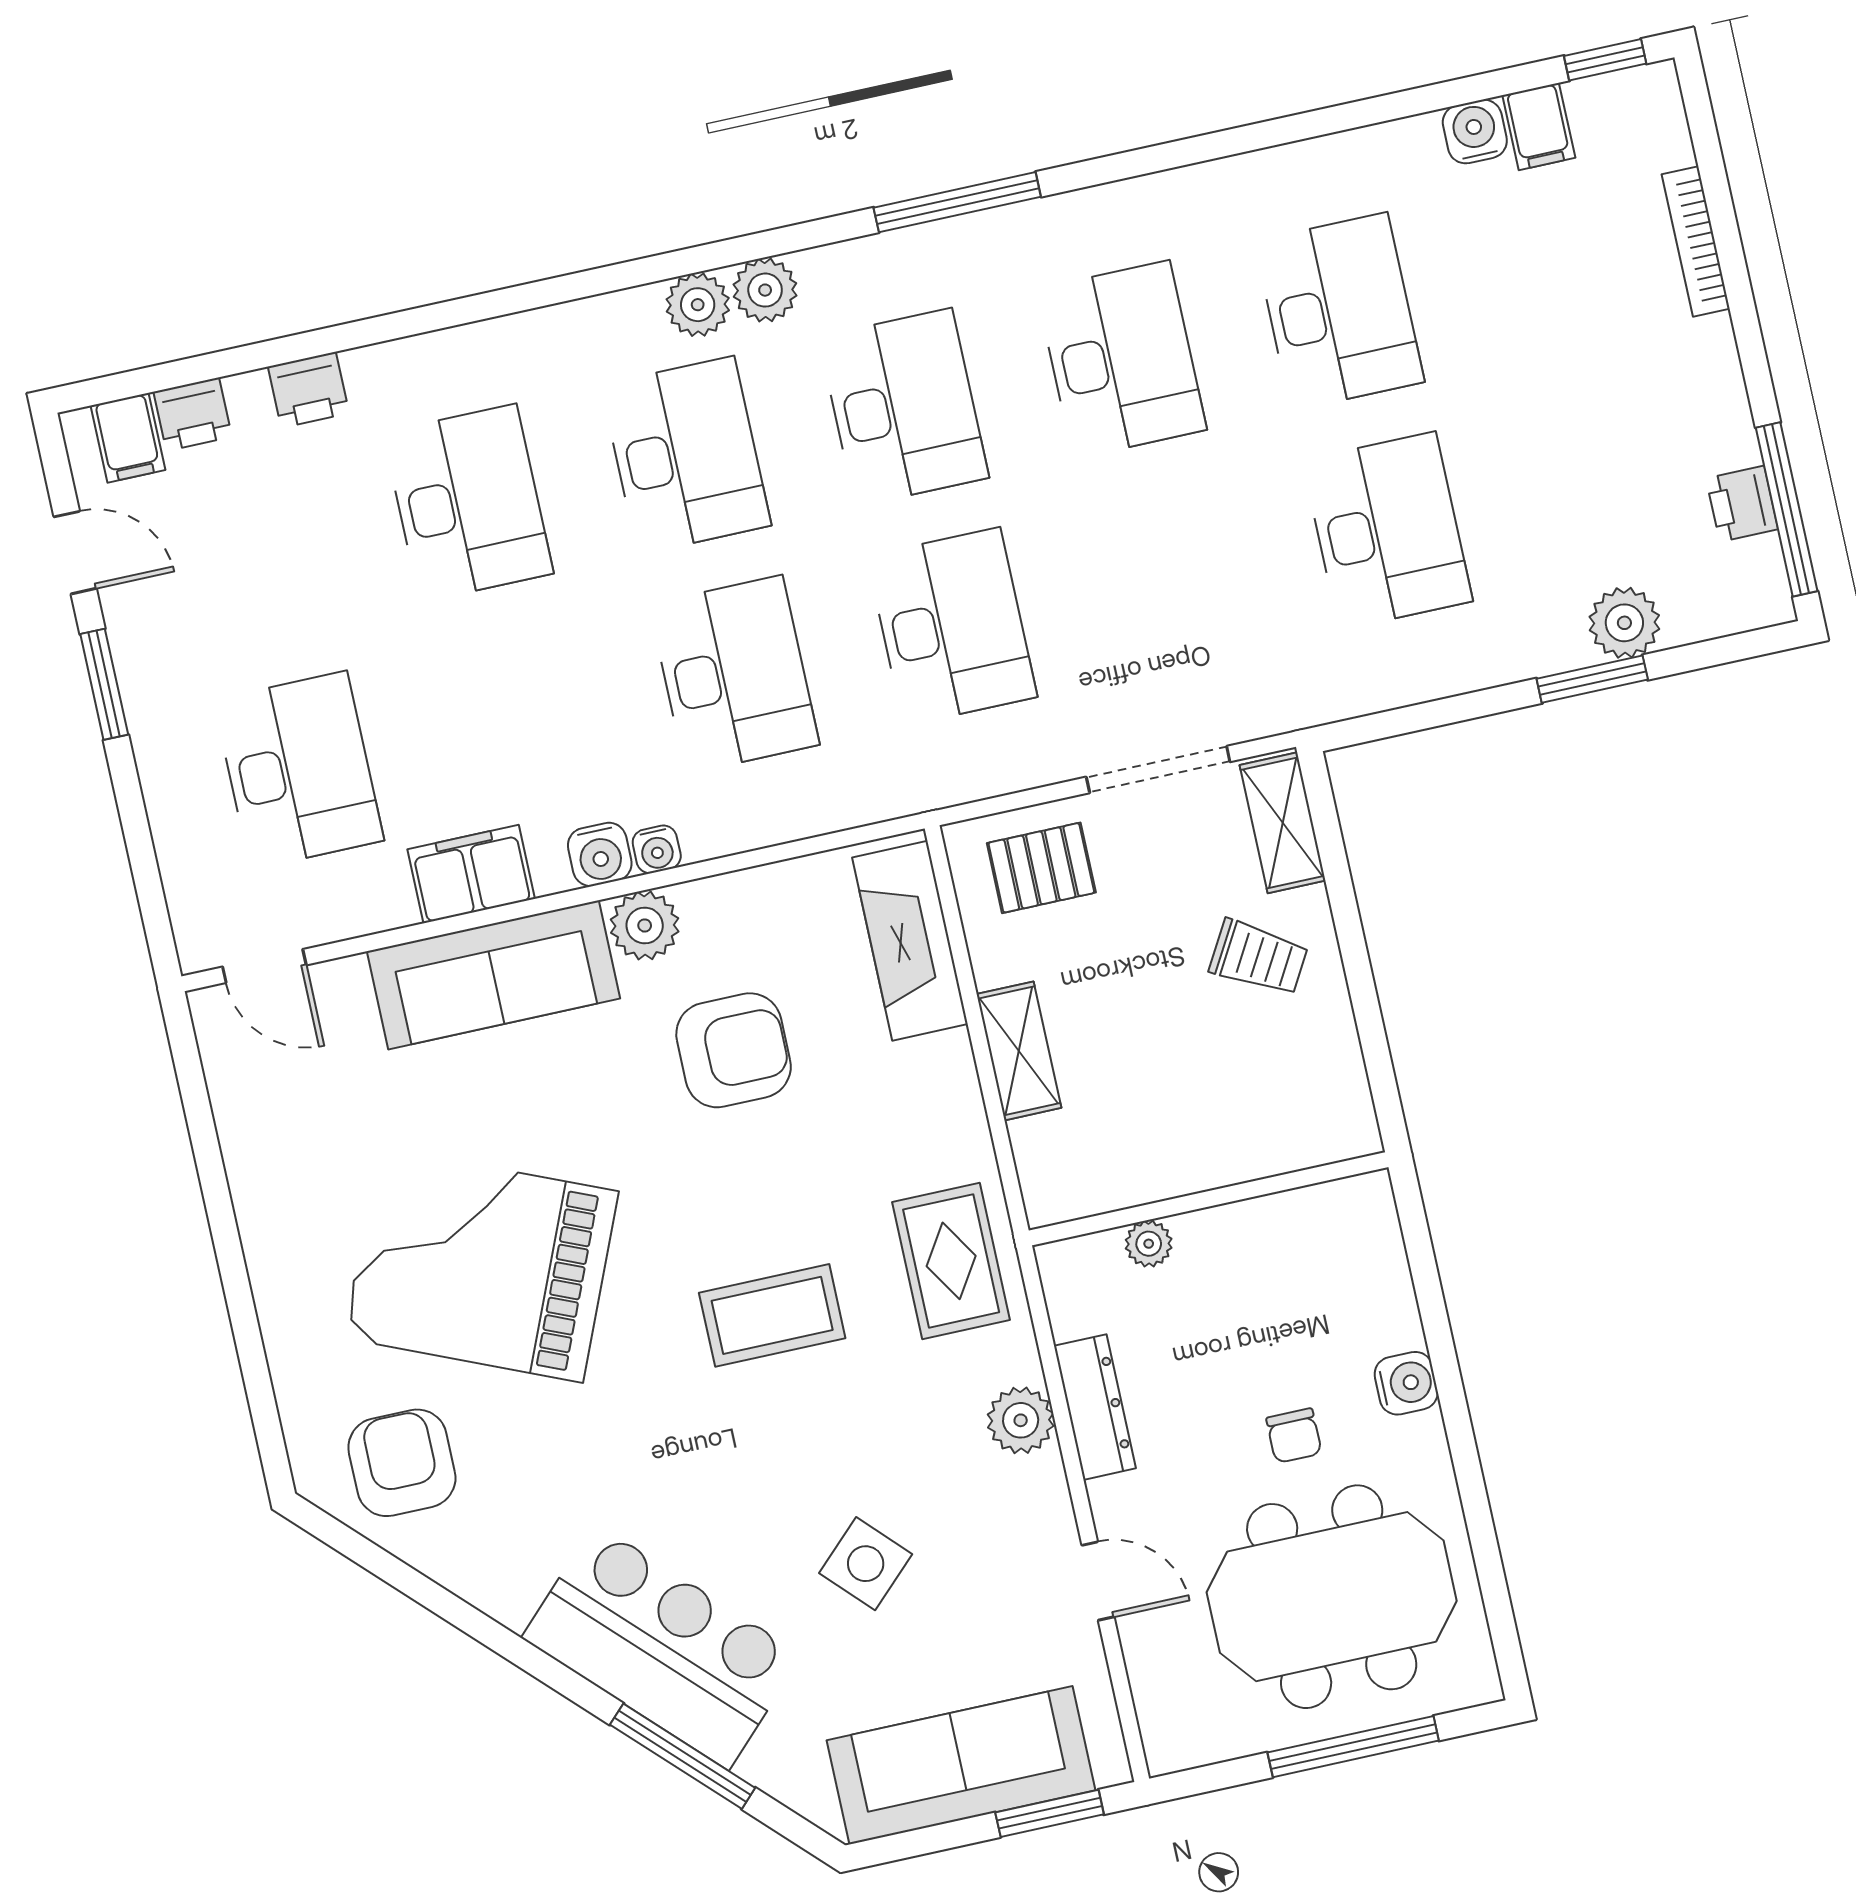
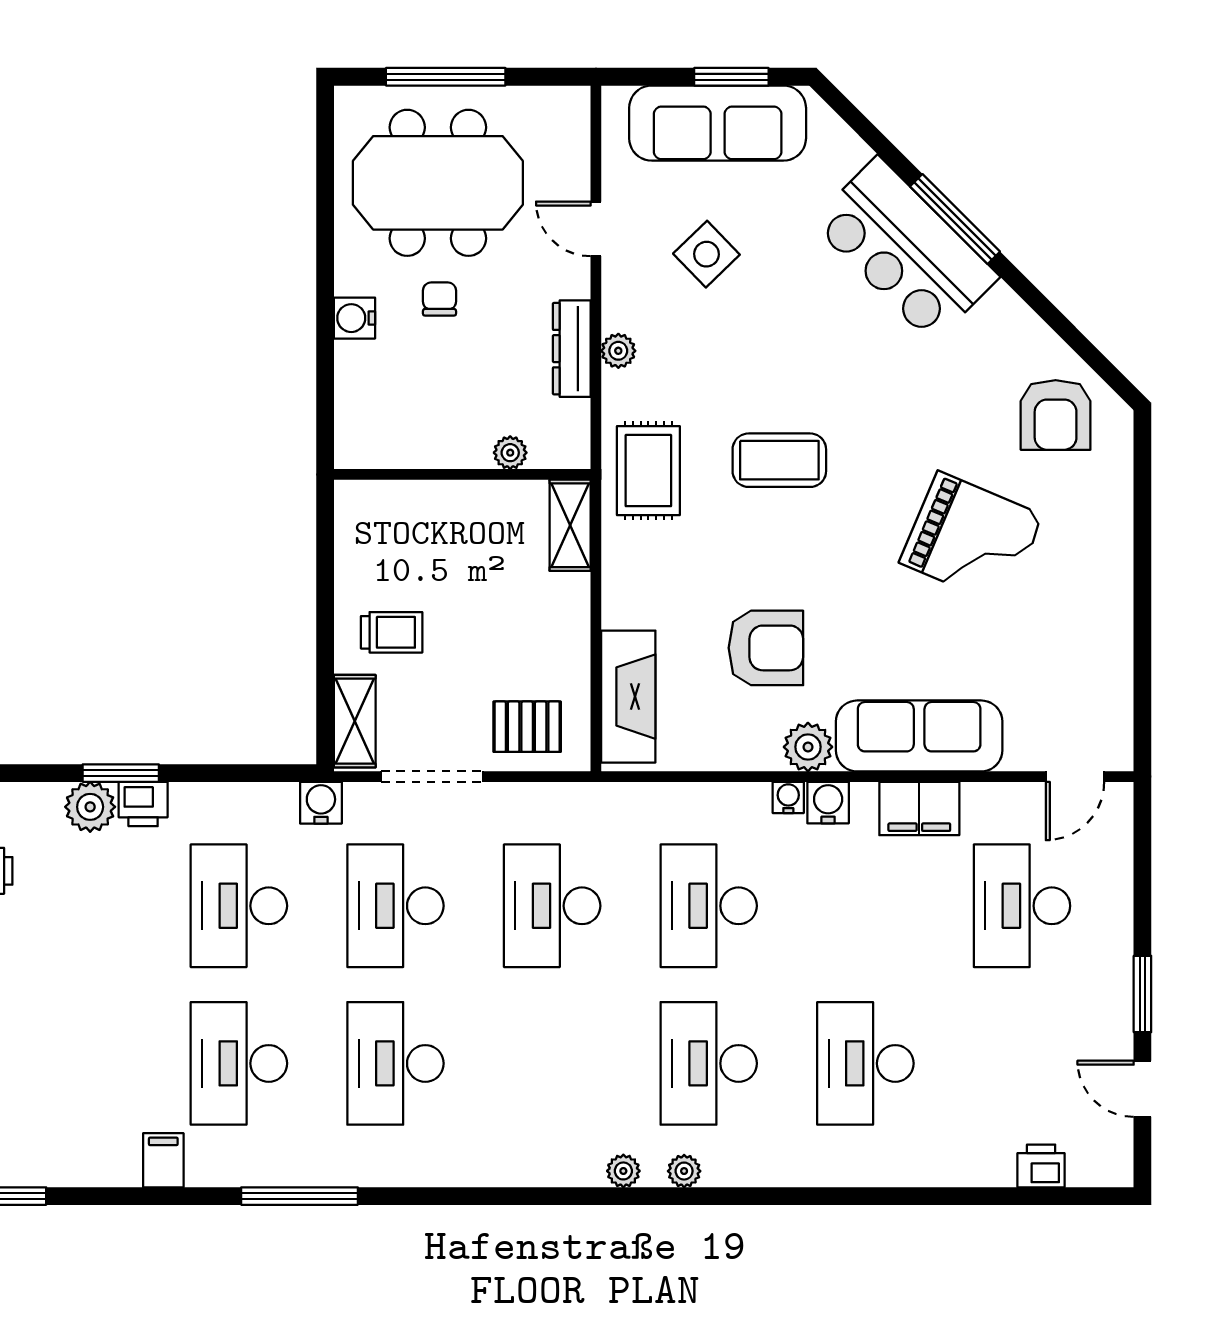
filing cabinet: (1539, 127) -> (163, 1160), moved
water cooler: (1475, 132) -> (321, 803), moved, turned 180
window: (957, 202) -> (300, 1196), moved
plant: (765, 290) -> (623, 1171), width x0.73, depth x0.73
plant: (698, 305) -> (684, 1171), width x0.73, depth x0.73
printer: (309, 390) -> (143, 804), moved, turned 180
desk: (904, 407) -> (395, 906), moved
filing cabinet: (128, 438) -> (1089, 1160), removed
trolley: (1259, 958) -> (392, 632), turned 150
door: (264, 966) -> (1075, 777), swing flipped
armchair: (734, 1050) -> (766, 648), turned 180
shelving: (1019, 1051) -> (570, 525), moved
grand piano: (481, 1265) -> (971, 539), width x0.73, depth x0.68
plant: (1021, 1420) -> (618, 351), width x0.73, depth x0.73
side table: (866, 1564) -> (706, 254), moved
window: (683, 1756) -> (955, 219), moved
window: (1050, 1813) -> (731, 77), moved

